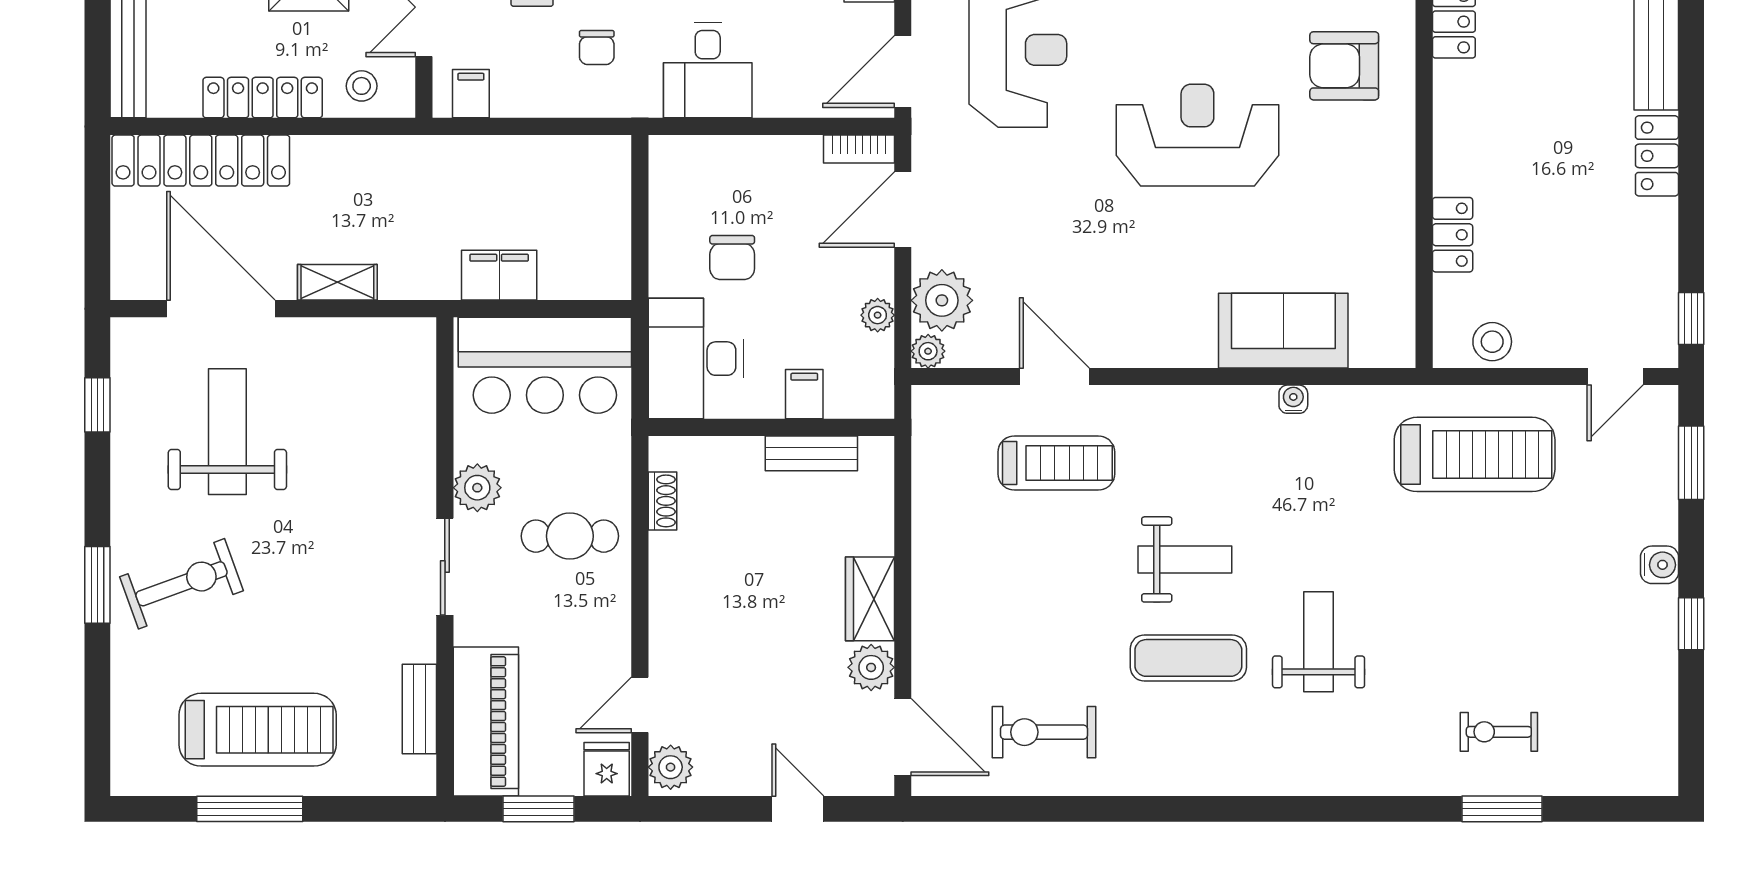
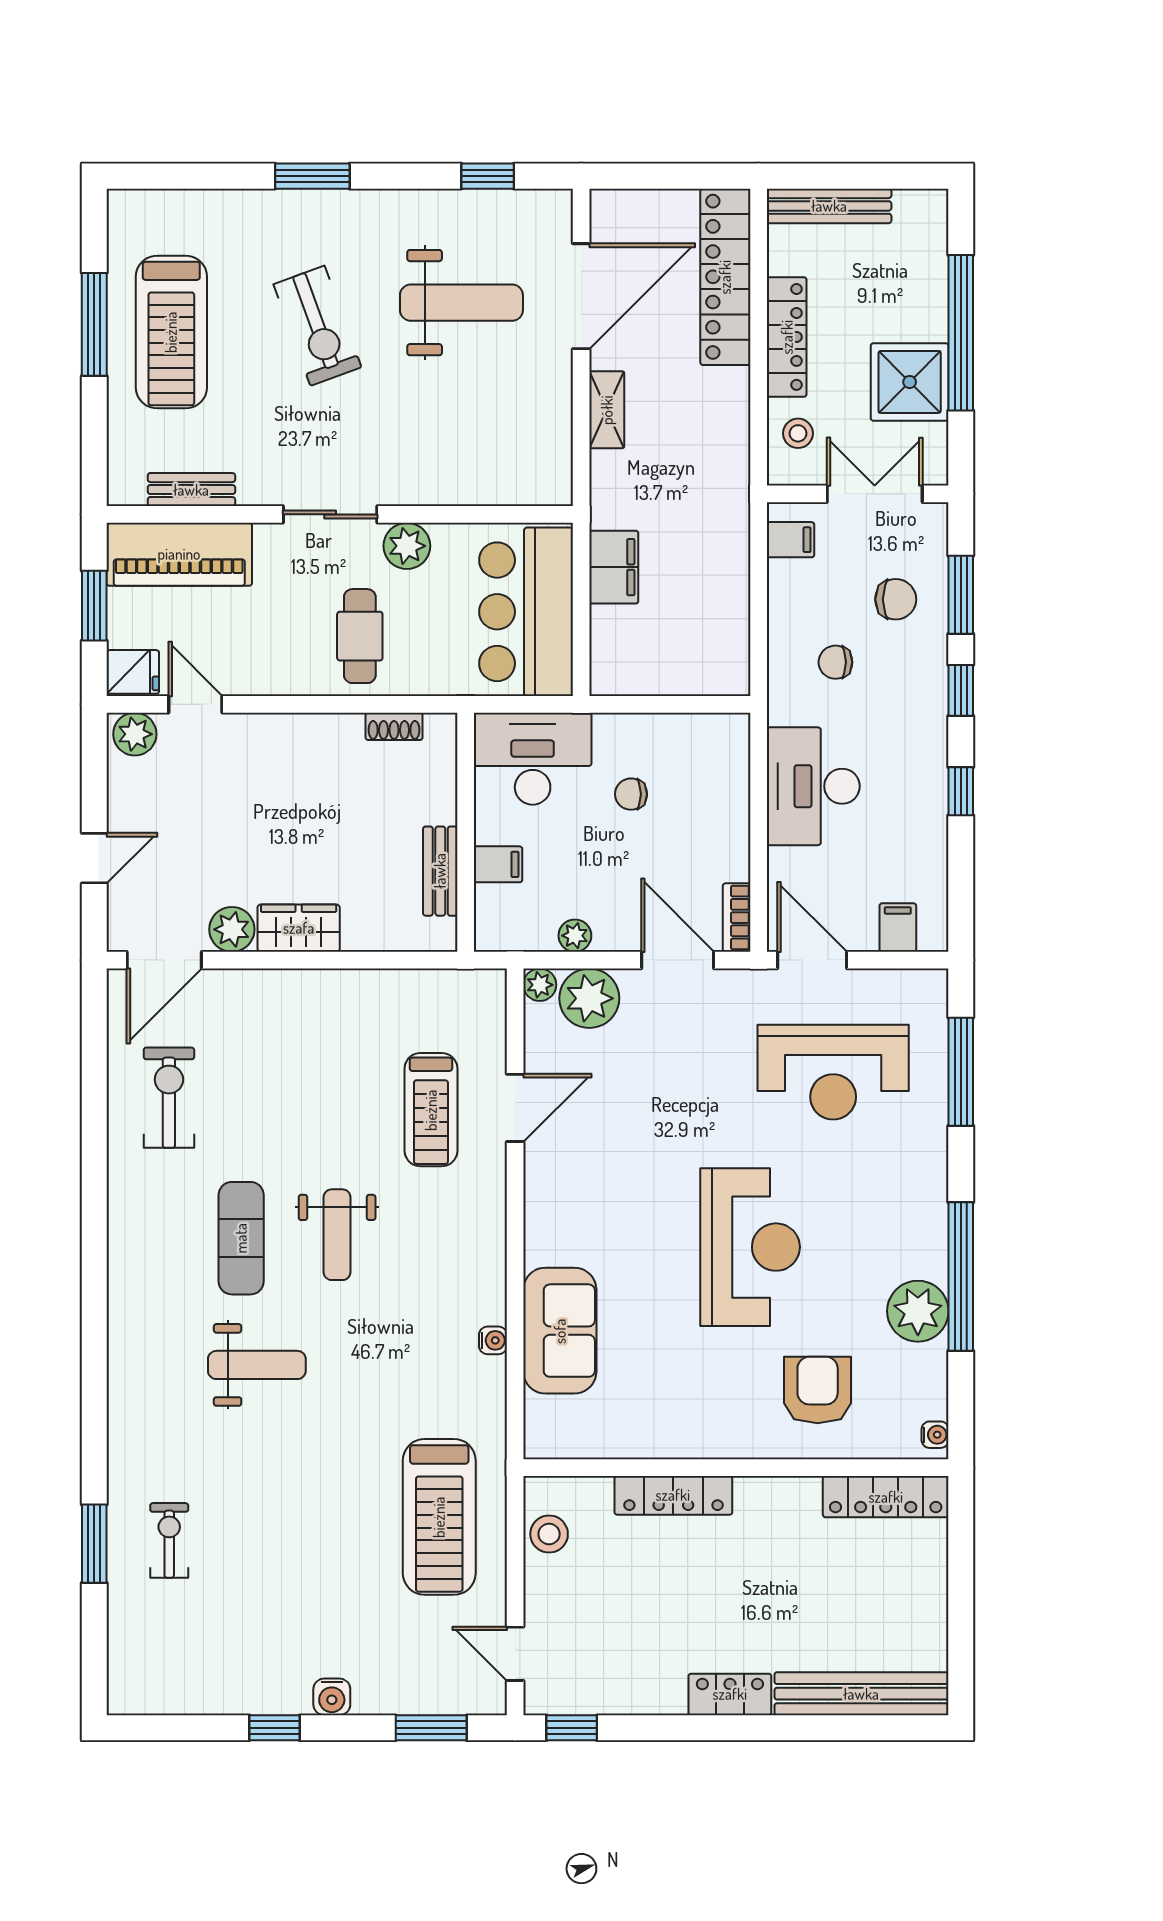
desk: (708, 70) -> (813, 786), width x1.37
locker: (1453, 235) -> (673, 1495), width x1.53
chair: (732, 258) -> (631, 794), width x0.73, depth x0.73
exercise bike: (181, 584) -> (317, 326), moved

